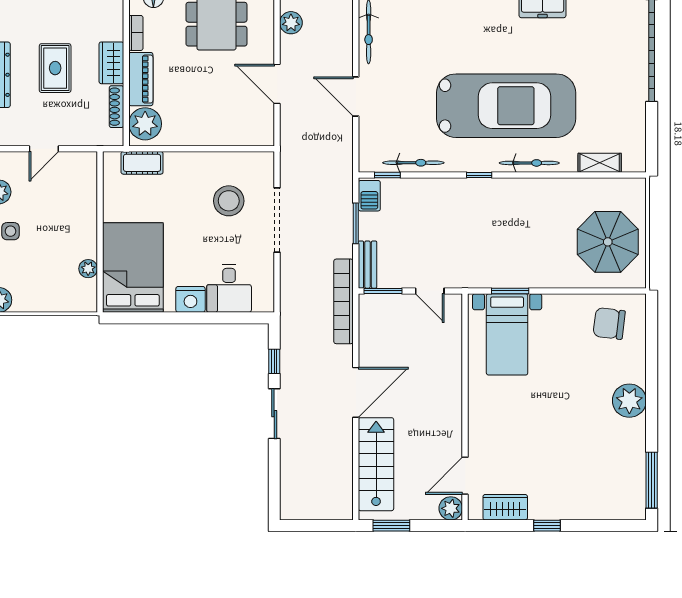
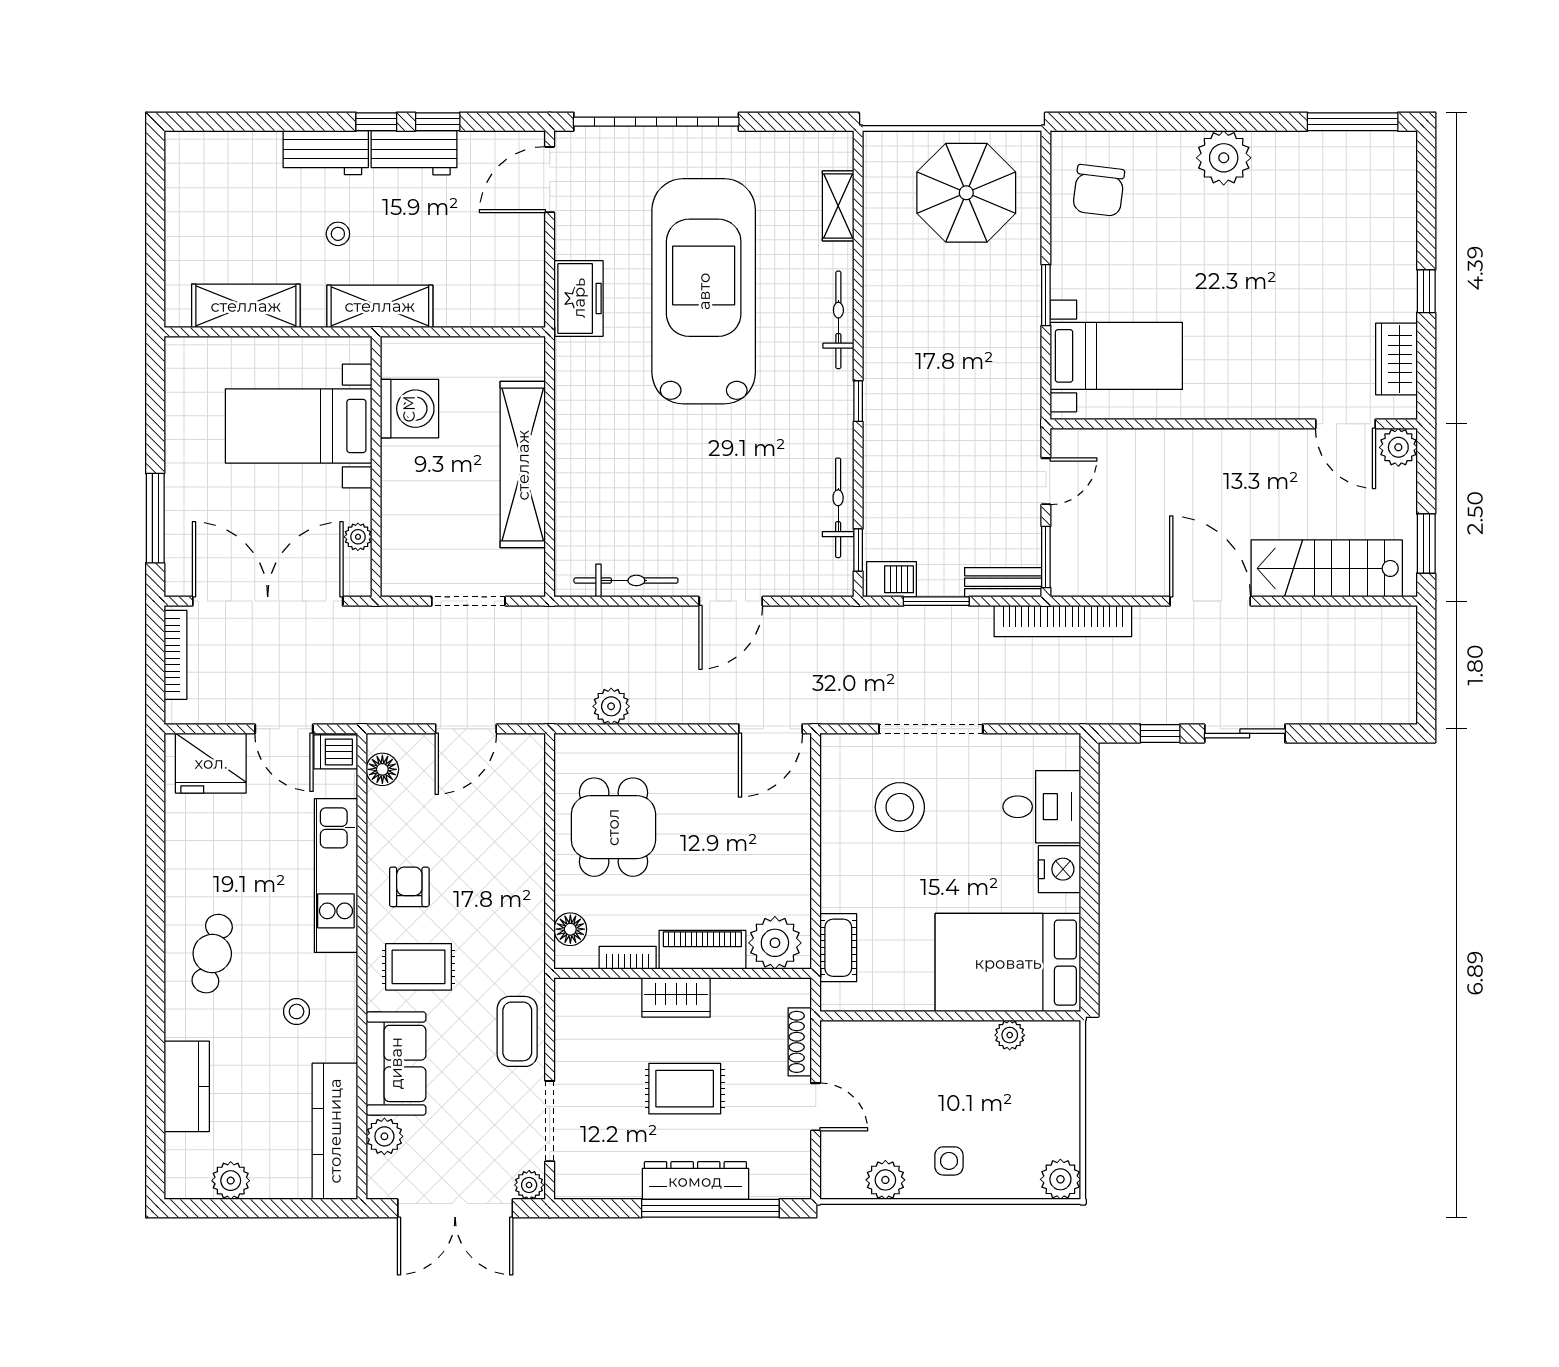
door: (277, 84) -> (771, 729), moved
car: (506, 106) -> (704, 291), moved
shoe rack: (116, 107) -> (800, 1042), moved, turned 90
window: (510, 291) -> (1046, 295), moved

